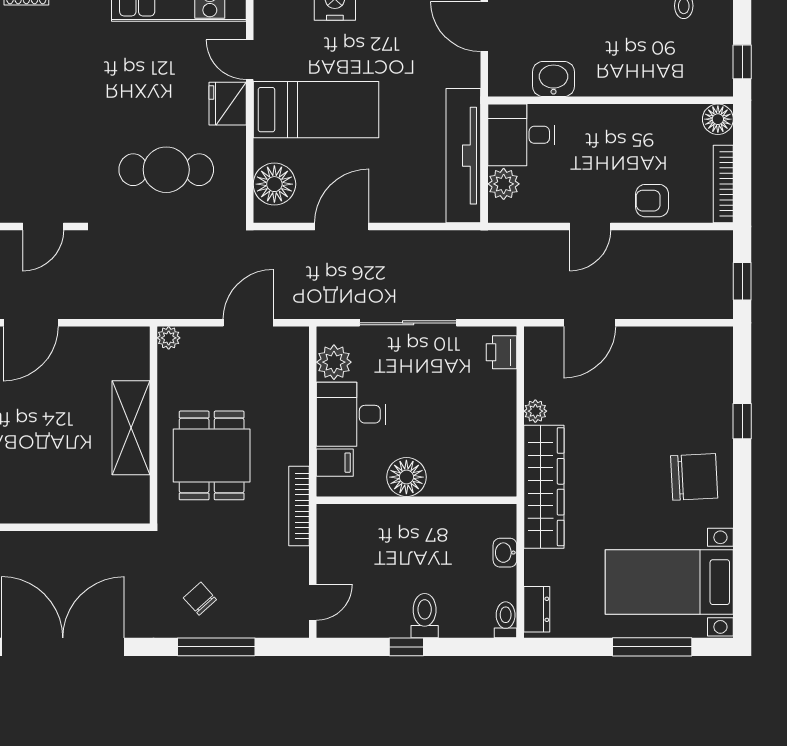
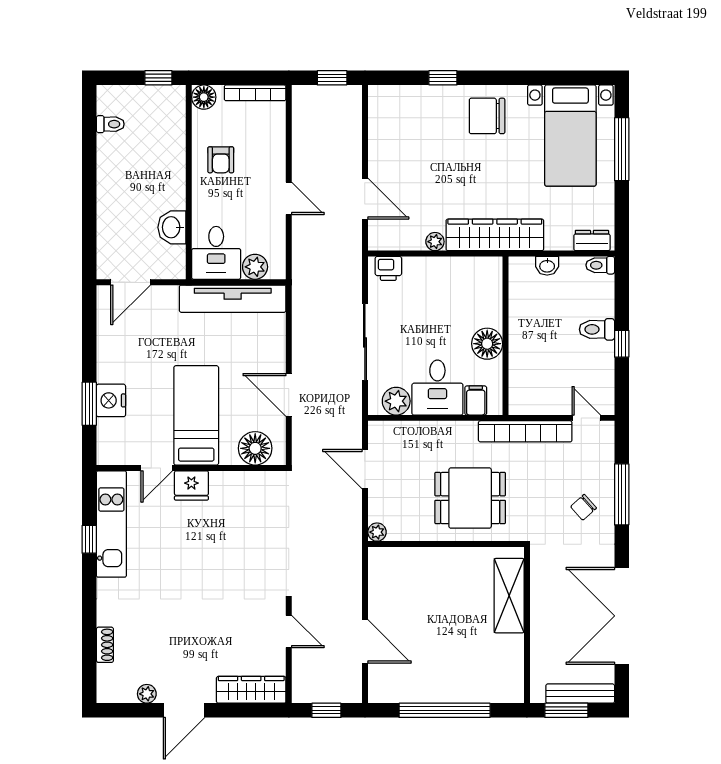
cafe table: (166, 170) -> (244, 534), removed
armchair: (652, 201) -> (221, 160), moved
shelving: (131, 428) -> (509, 596), moved, turned 90
chair: (694, 477) -> (487, 116), turned -87
bookcase: (299, 506) -> (525, 431), width x1.48, depth x1.31

